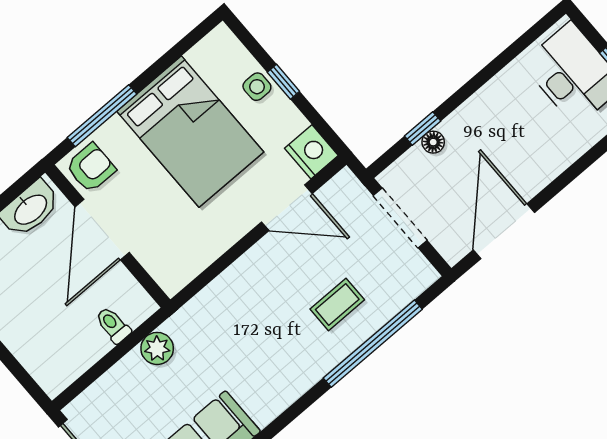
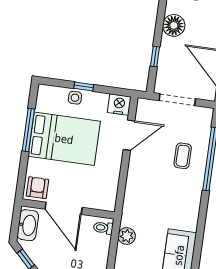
window: (102, 116) -> (28, 130), moved
floor lamp: (433, 142) -> (174, 25), moved, width x1.89, depth x1.89
toilet: (113, 325) -> (103, 228), moved

